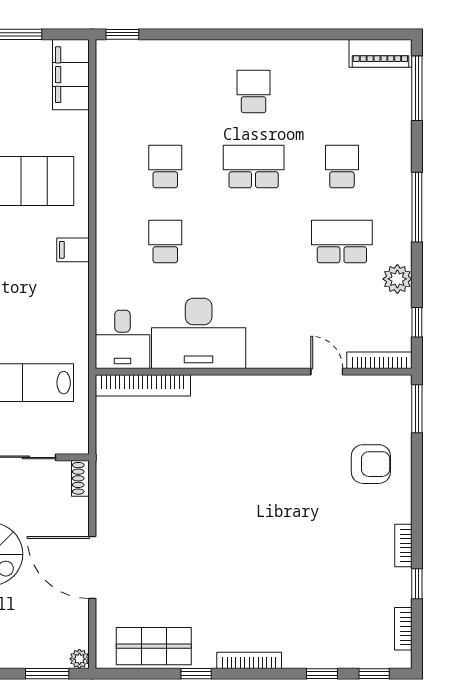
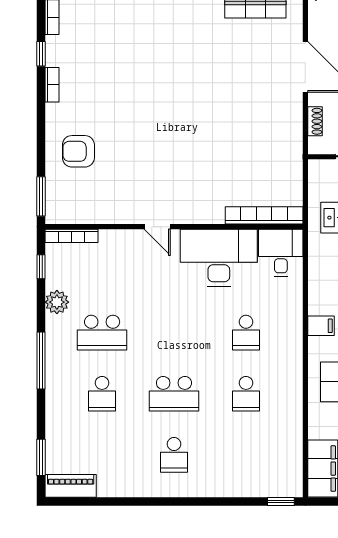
window: (417, 88) -> (41, 457), width x0.69
door: (327, 372) -> (157, 227), moved
shoe rack: (80, 478) -> (315, 121), moved

